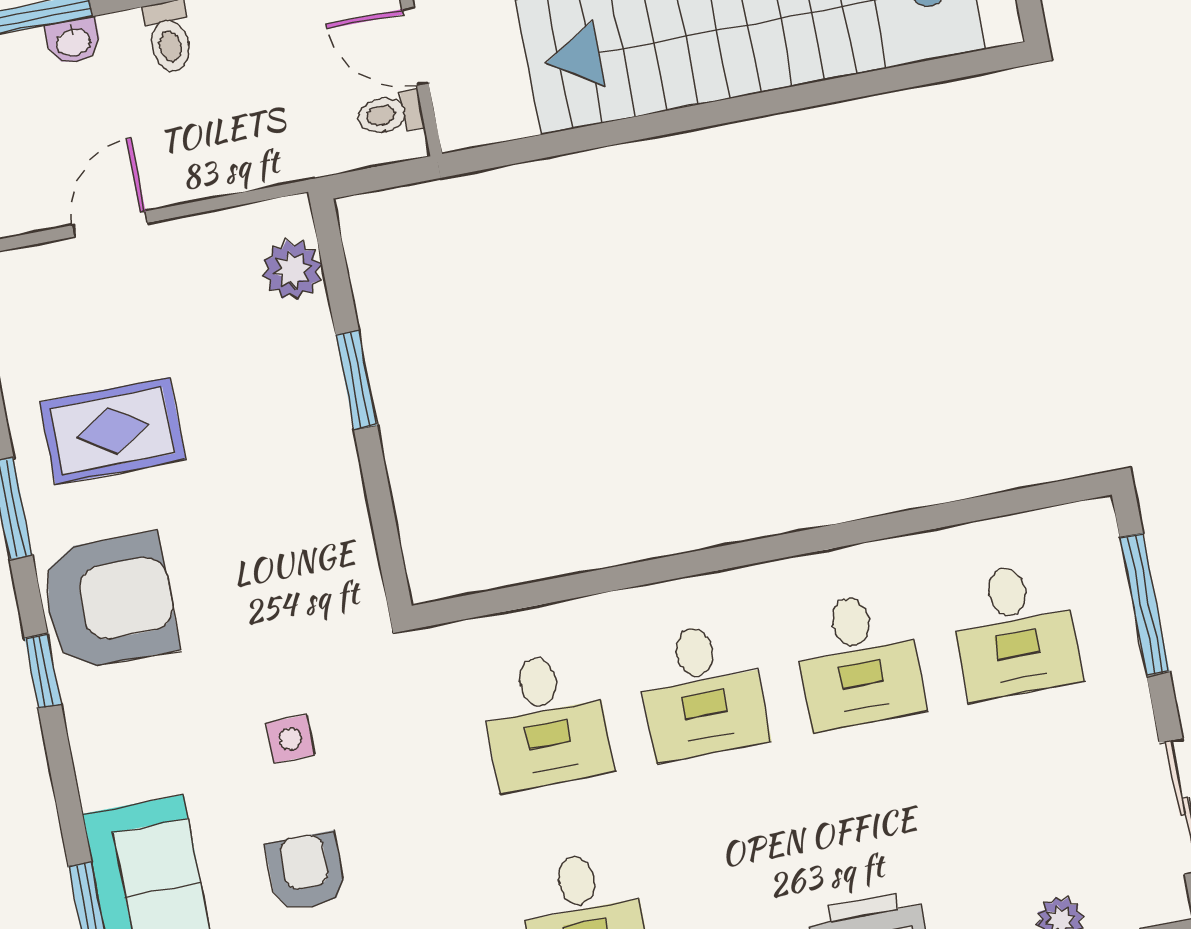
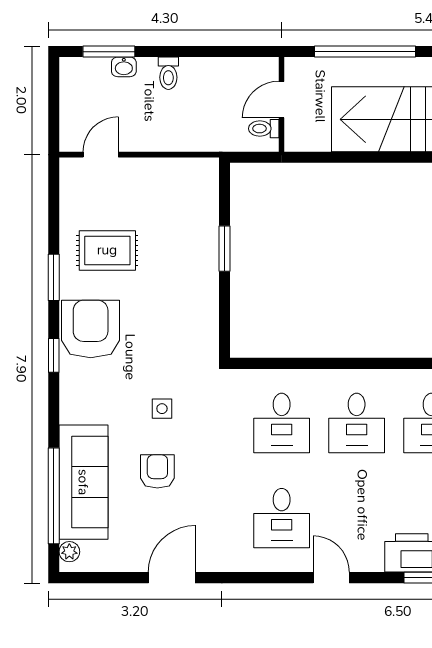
door: (415, 46) -> (282, 100), hinge flipped
door: (110, 224) -> (101, 155), moved
plant: (292, 270) -> (205, 192), removed
armchair: (109, 601) -> (91, 329), turned -90

